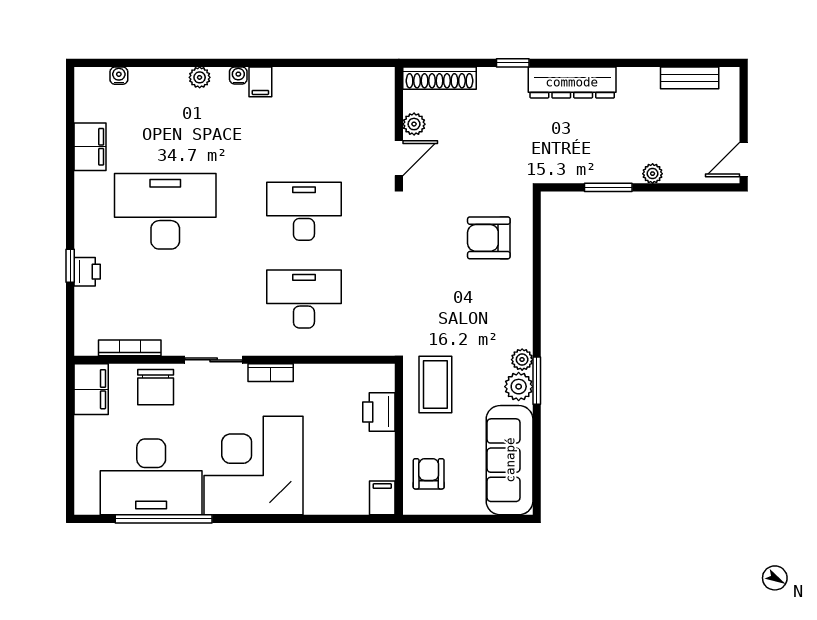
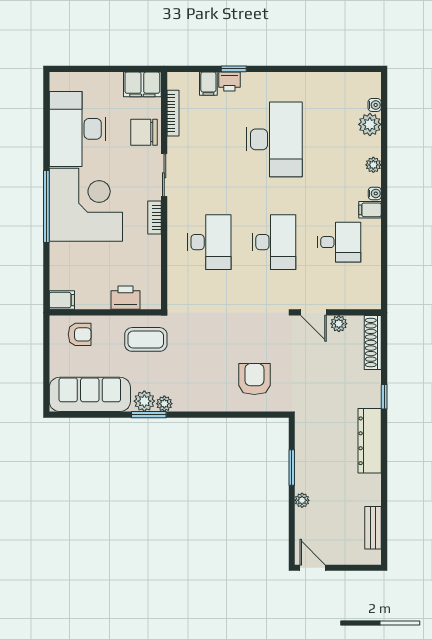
plant: (145, 82) -> (370, 124), added
desk: (304, 124) -> (339, 242), added
filing cabinet: (90, 147) -> (208, 84), moved, width x0.50
window: (164, 519) -> (46, 207), moved

